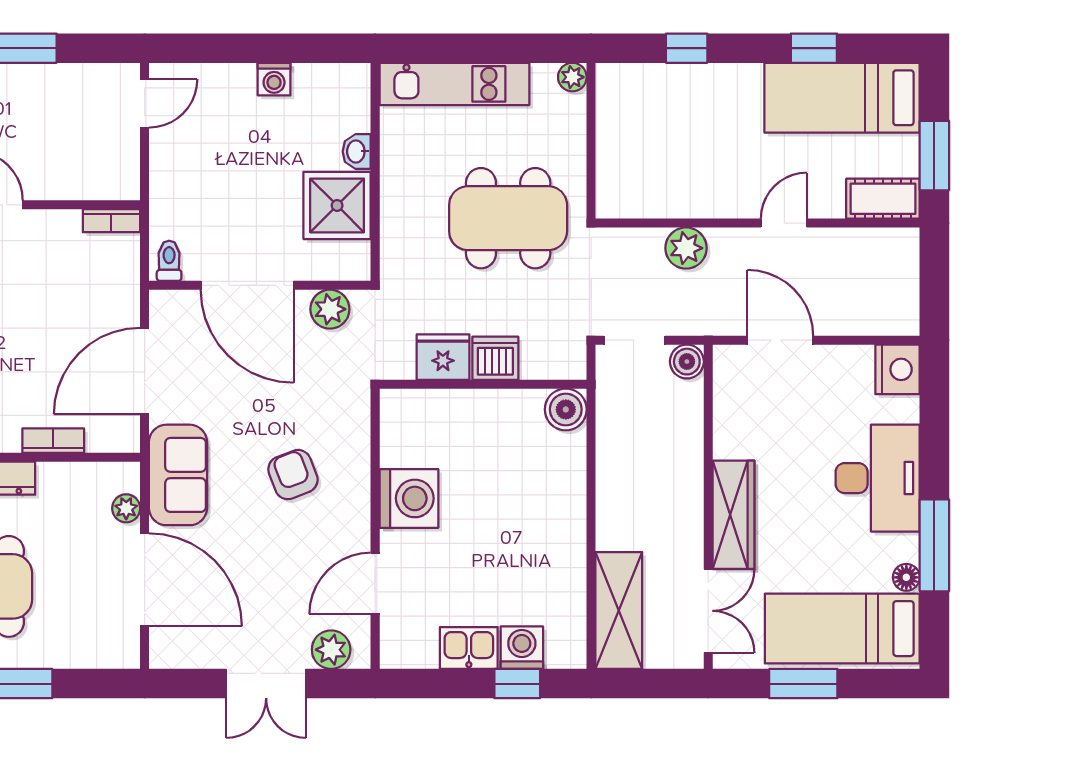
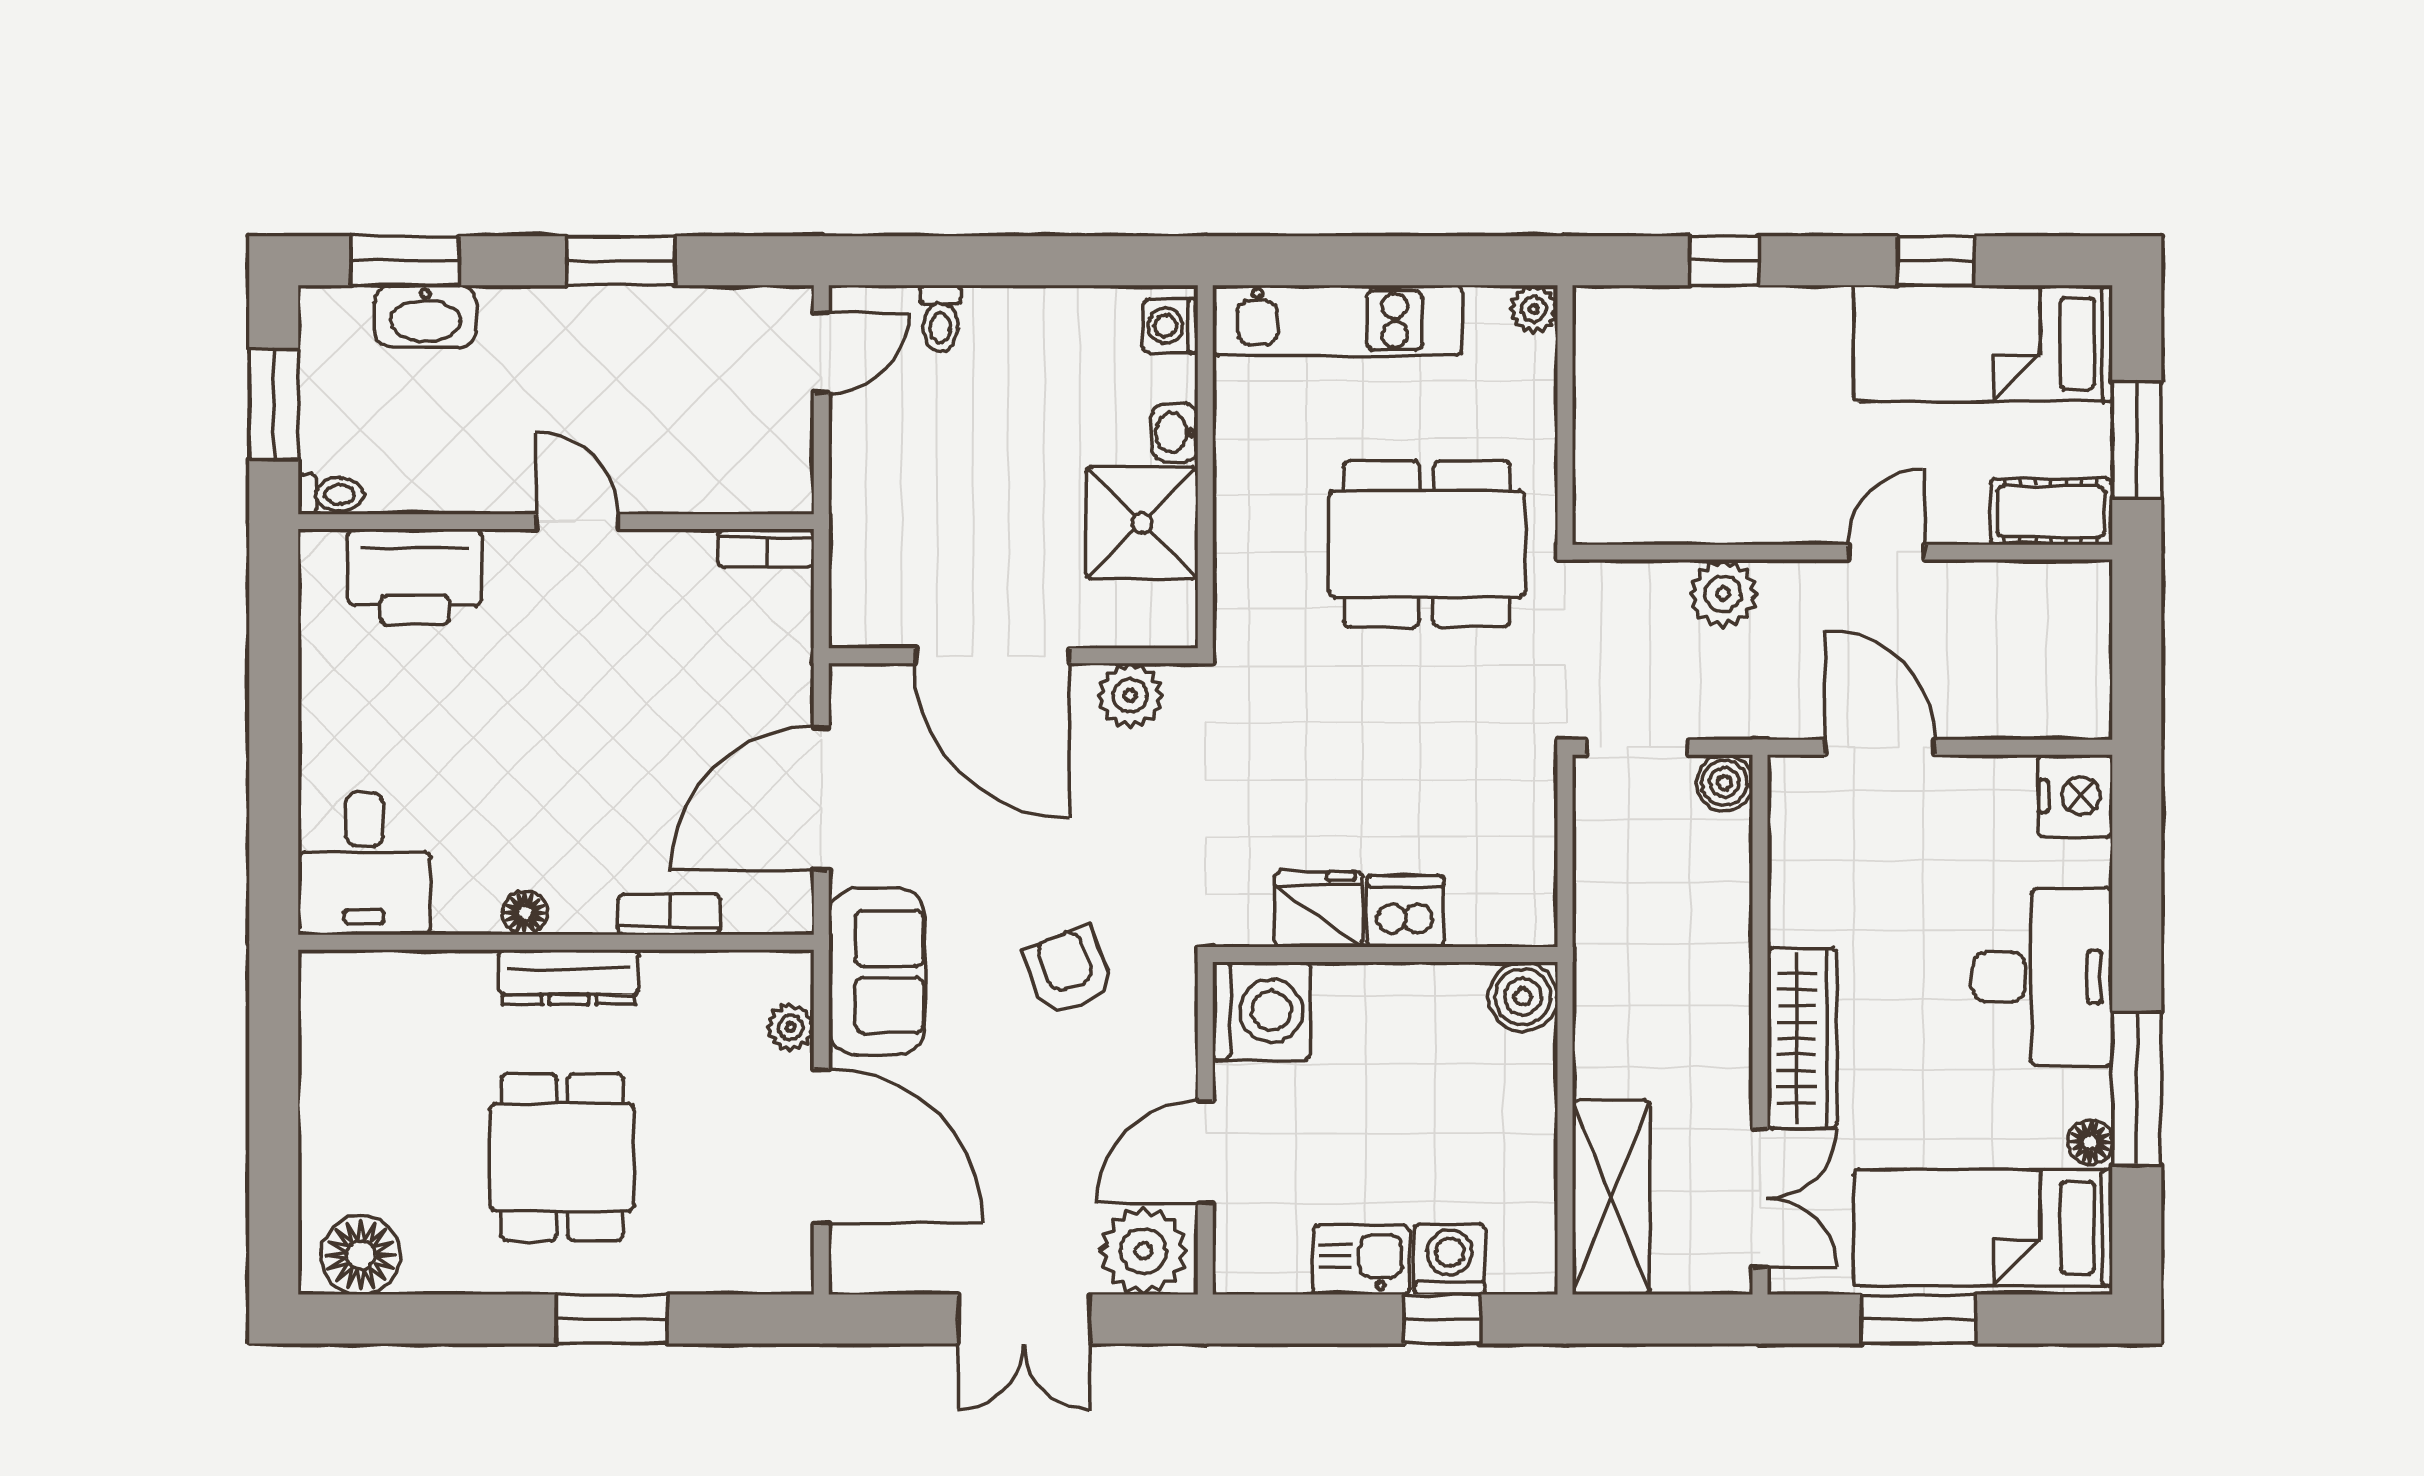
washing machine: (274, 79) -> (1171, 326), moved, turned 90
toilet: (169, 261) -> (940, 319), moved, turned 180
fridge: (443, 357) -> (1318, 909), moved
dishwasher: (495, 358) -> (1405, 911), moved
wall: (483, 384) -> (1385, 954), moved
boiler: (566, 409) -> (1523, 997), moved
plant: (331, 650) -> (1144, 1251), width x1.36, depth x1.36

